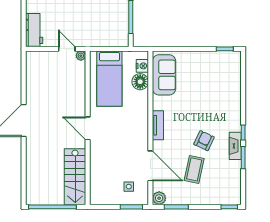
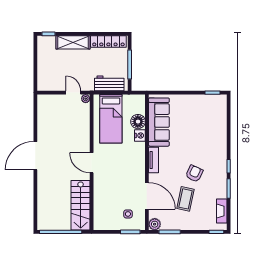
workbench: (34, 30) -> (109, 83), moved, turned -90
nightstand: (142, 66) -> (140, 135), moved
sofa: (164, 75) -> (159, 122), width x1.36
fireplace: (235, 146) -> (222, 211), moved

